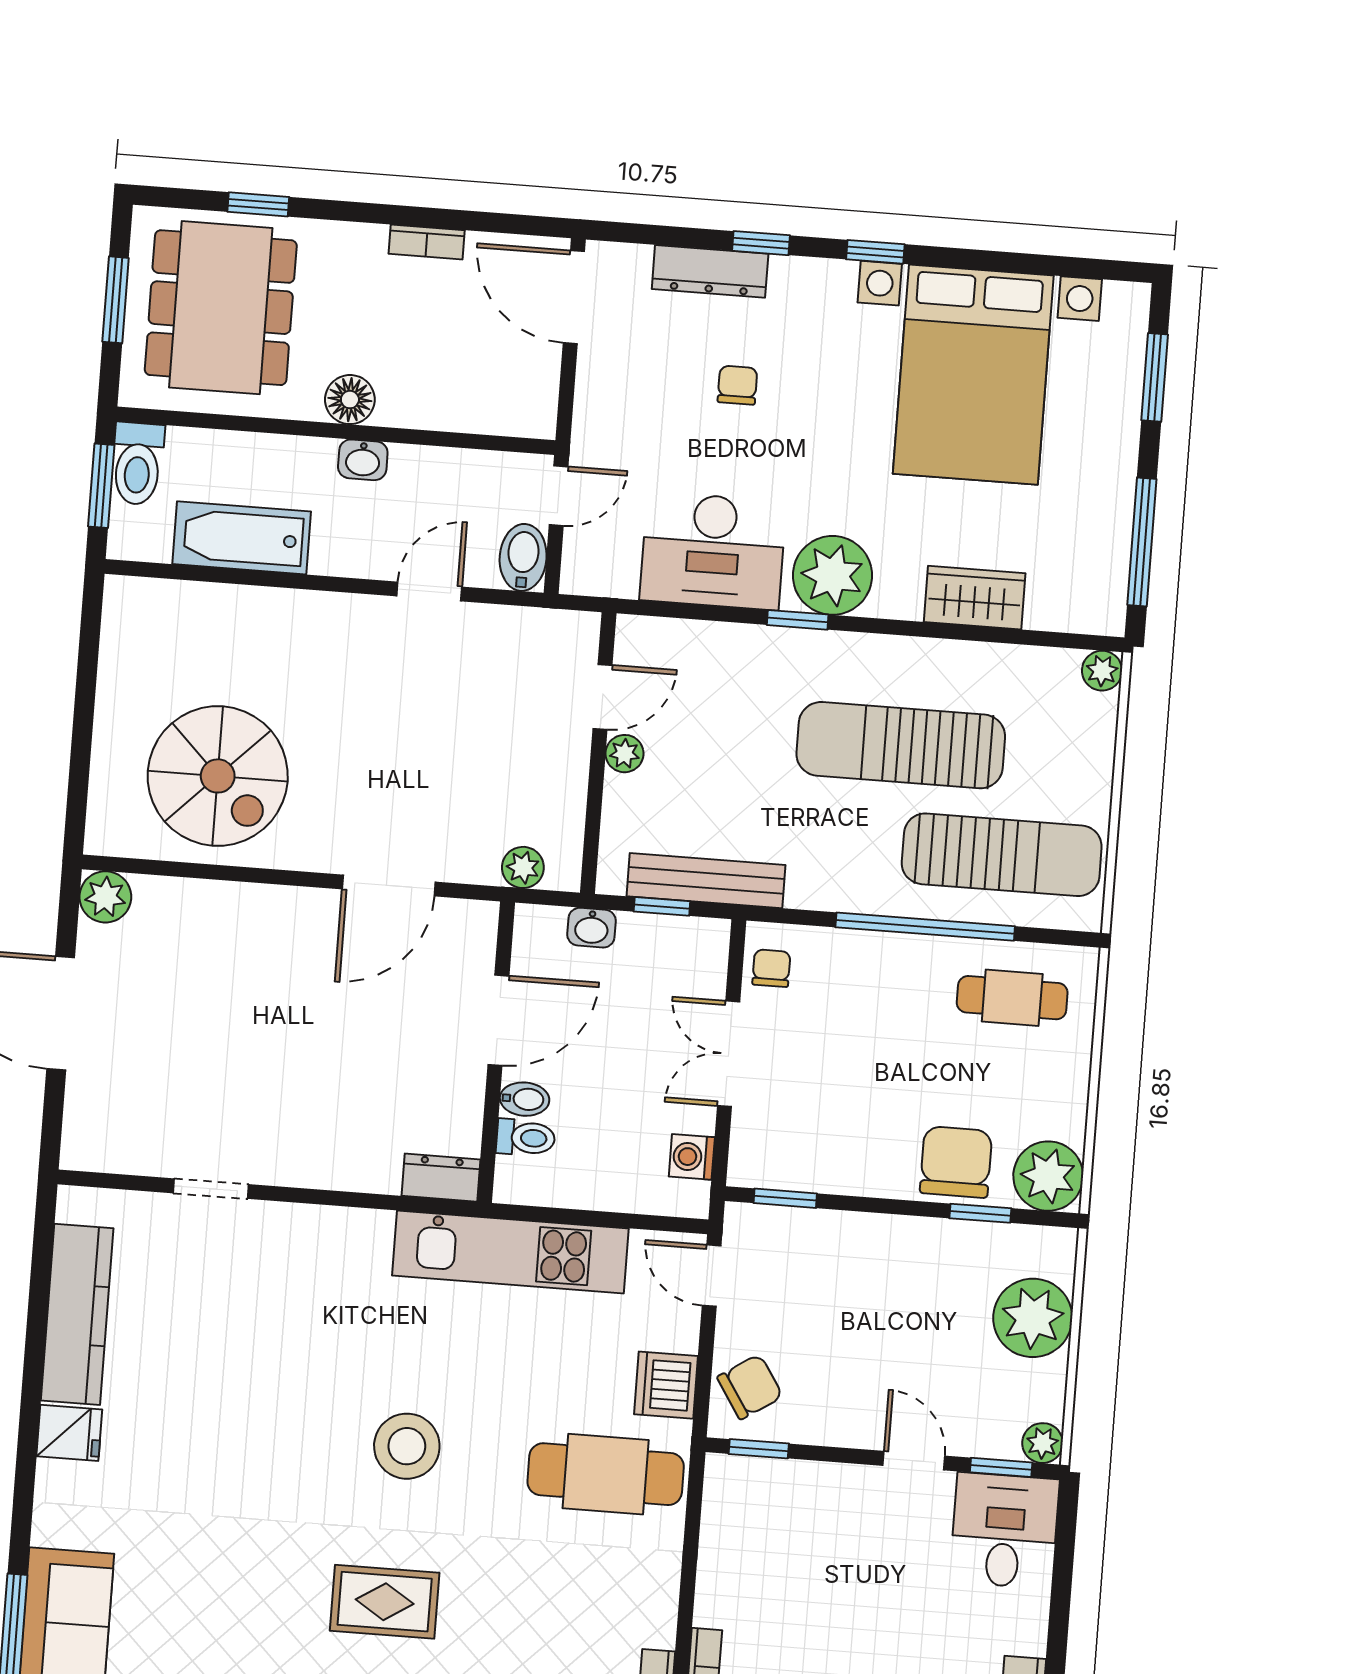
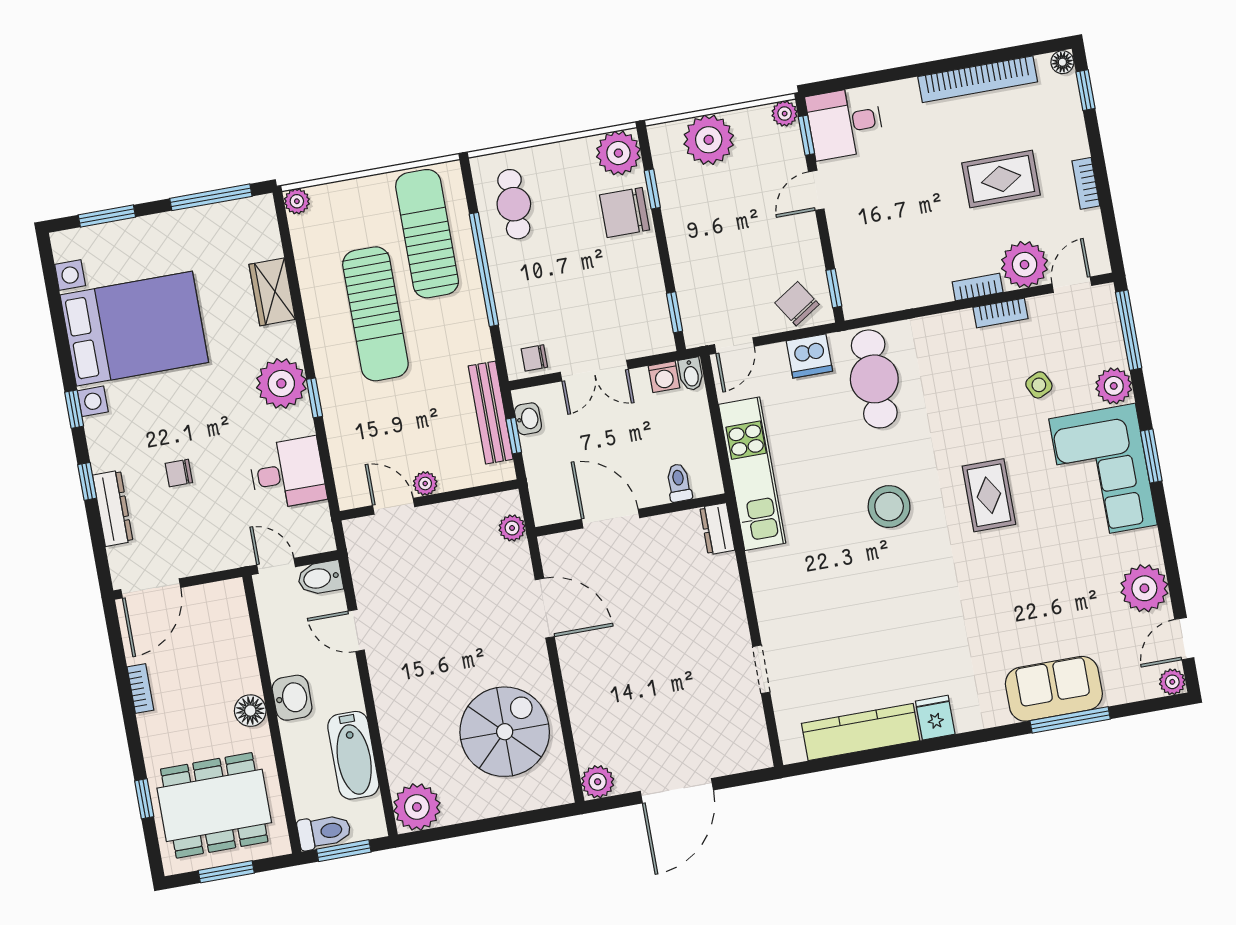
washbasin: (363, 460) -> (292, 698), width x1.38, depth x1.45
desk: (713, 551) -> (288, 473), width x0.73
plant: (138, 614) -> (417, 807), added
washbasin: (592, 928) -> (528, 419), moved
bidet: (525, 1099) -> (691, 374), moved, turned 180

